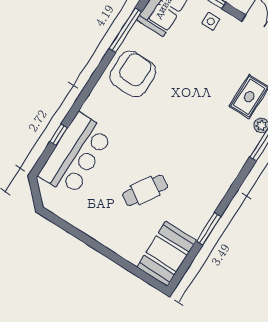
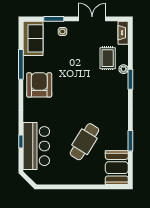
cafe table: (145, 190) -> (84, 142), width x1.37, depth x1.35

